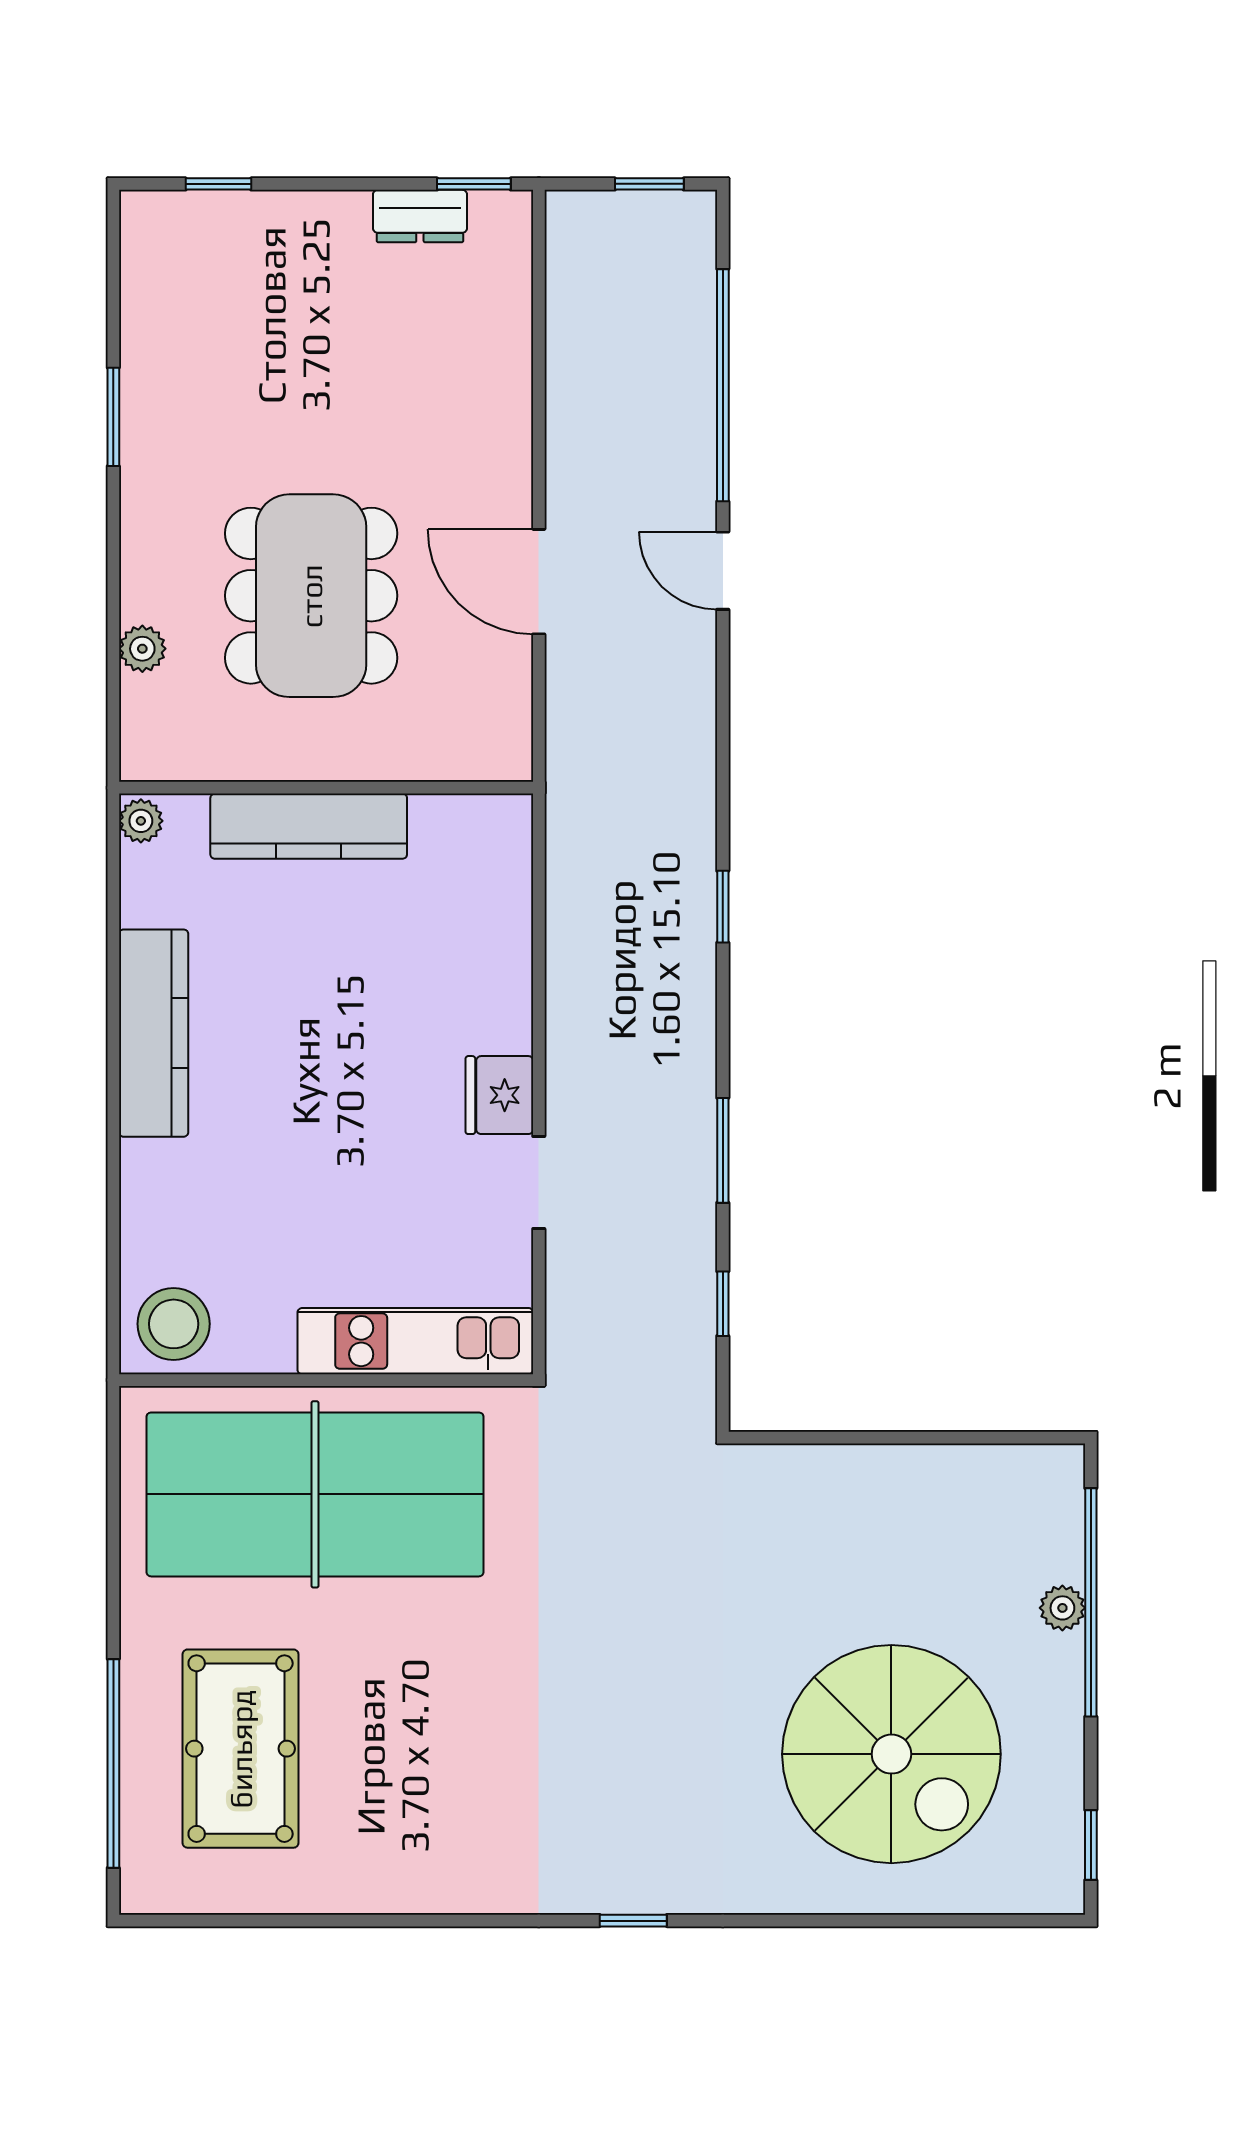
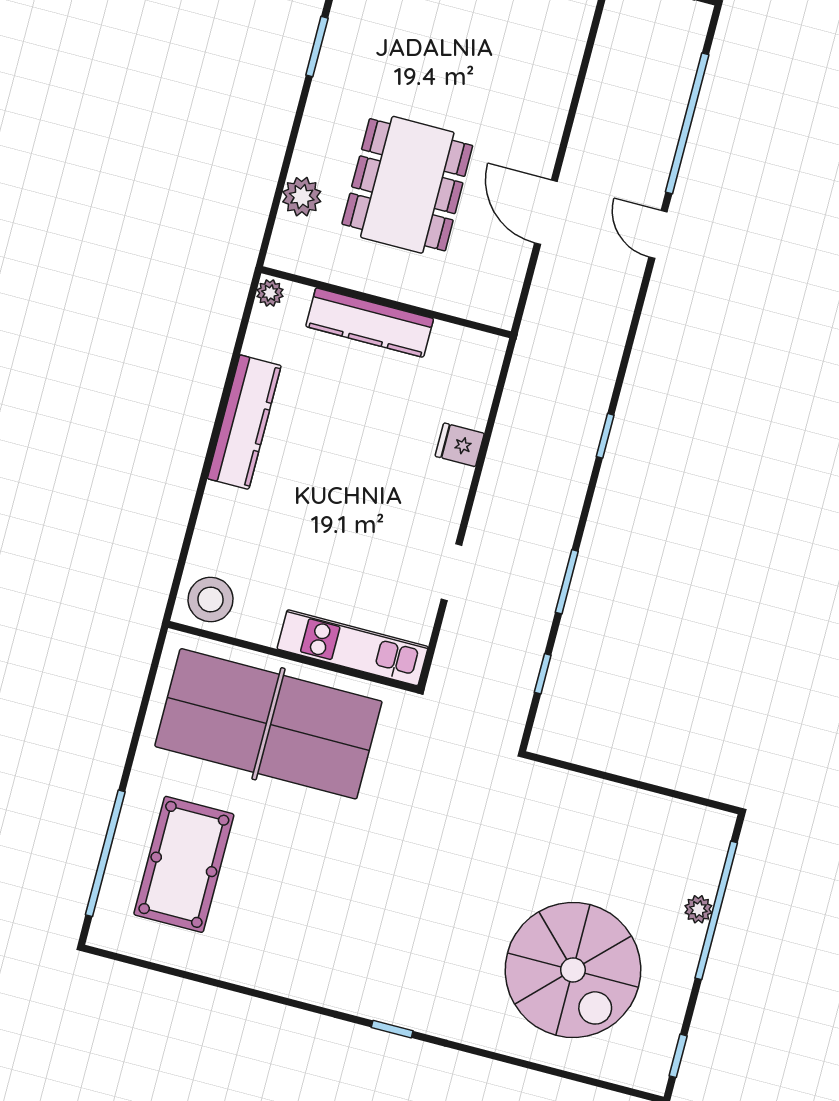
plant: (142, 649) -> (302, 197), width x1.38, depth x1.38
fridge: (499, 1095) -> (460, 445), moved, width x0.72

